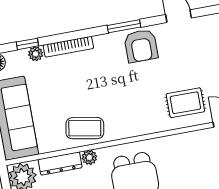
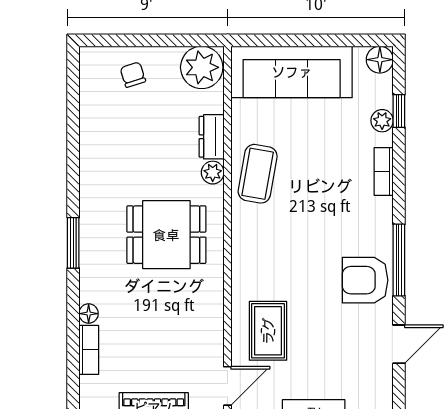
window: (124, 26) -> (399, 260), width x1.44
bookcase: (68, 47) -> (384, 171), width x0.64
dresser: (60, 164) -> (212, 137), width x0.70

